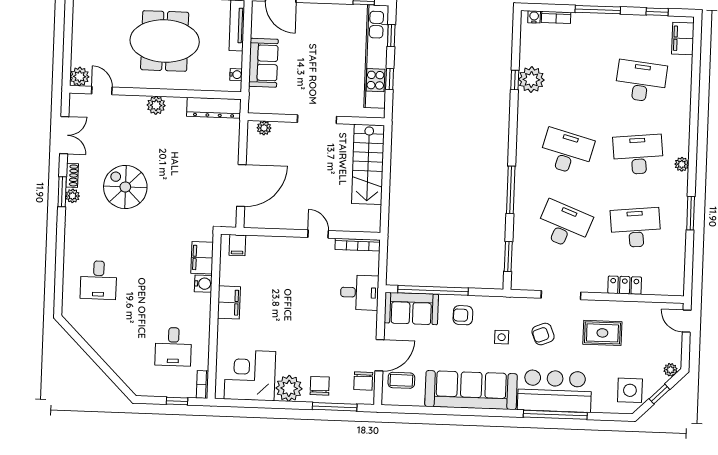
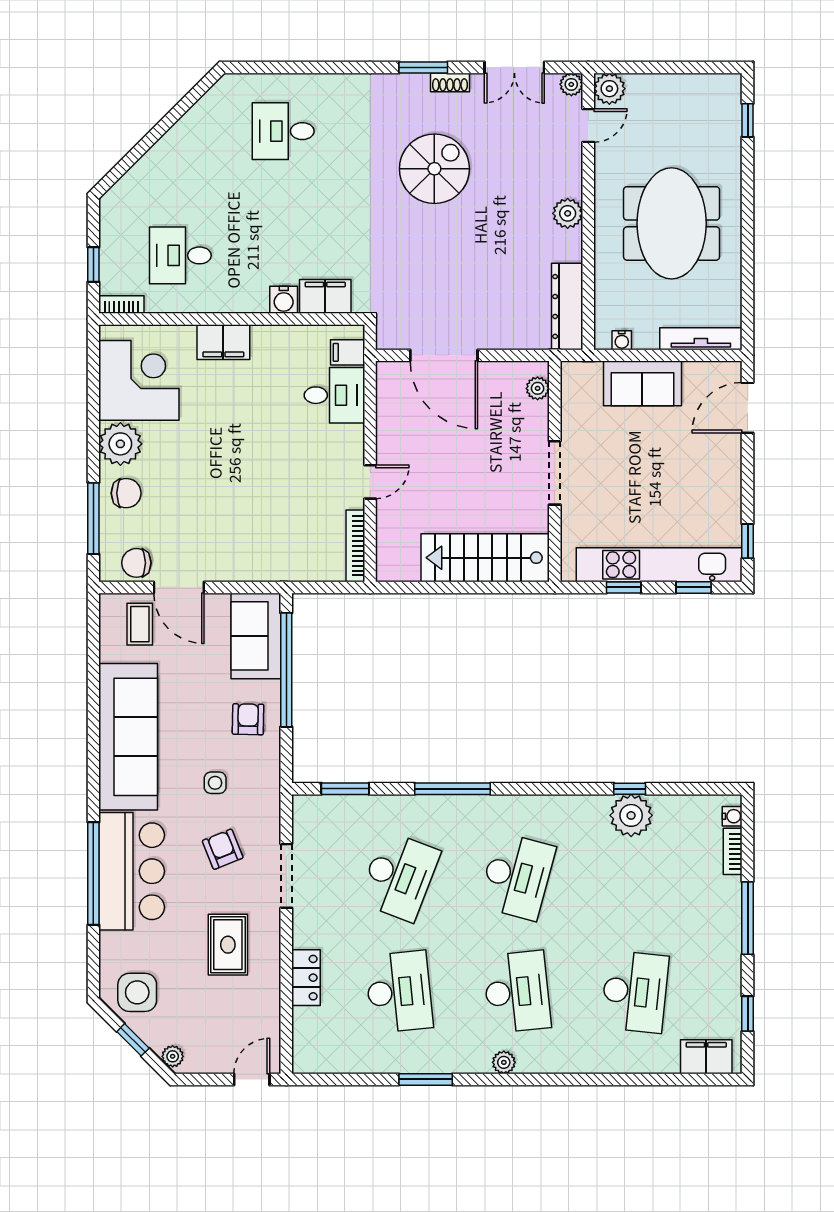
plant: (73, 196) -> (571, 84), moved
desk: (360, 293) -> (334, 395), moved, turned -90
filing cabinet: (229, 302) -> (223, 342), moved

